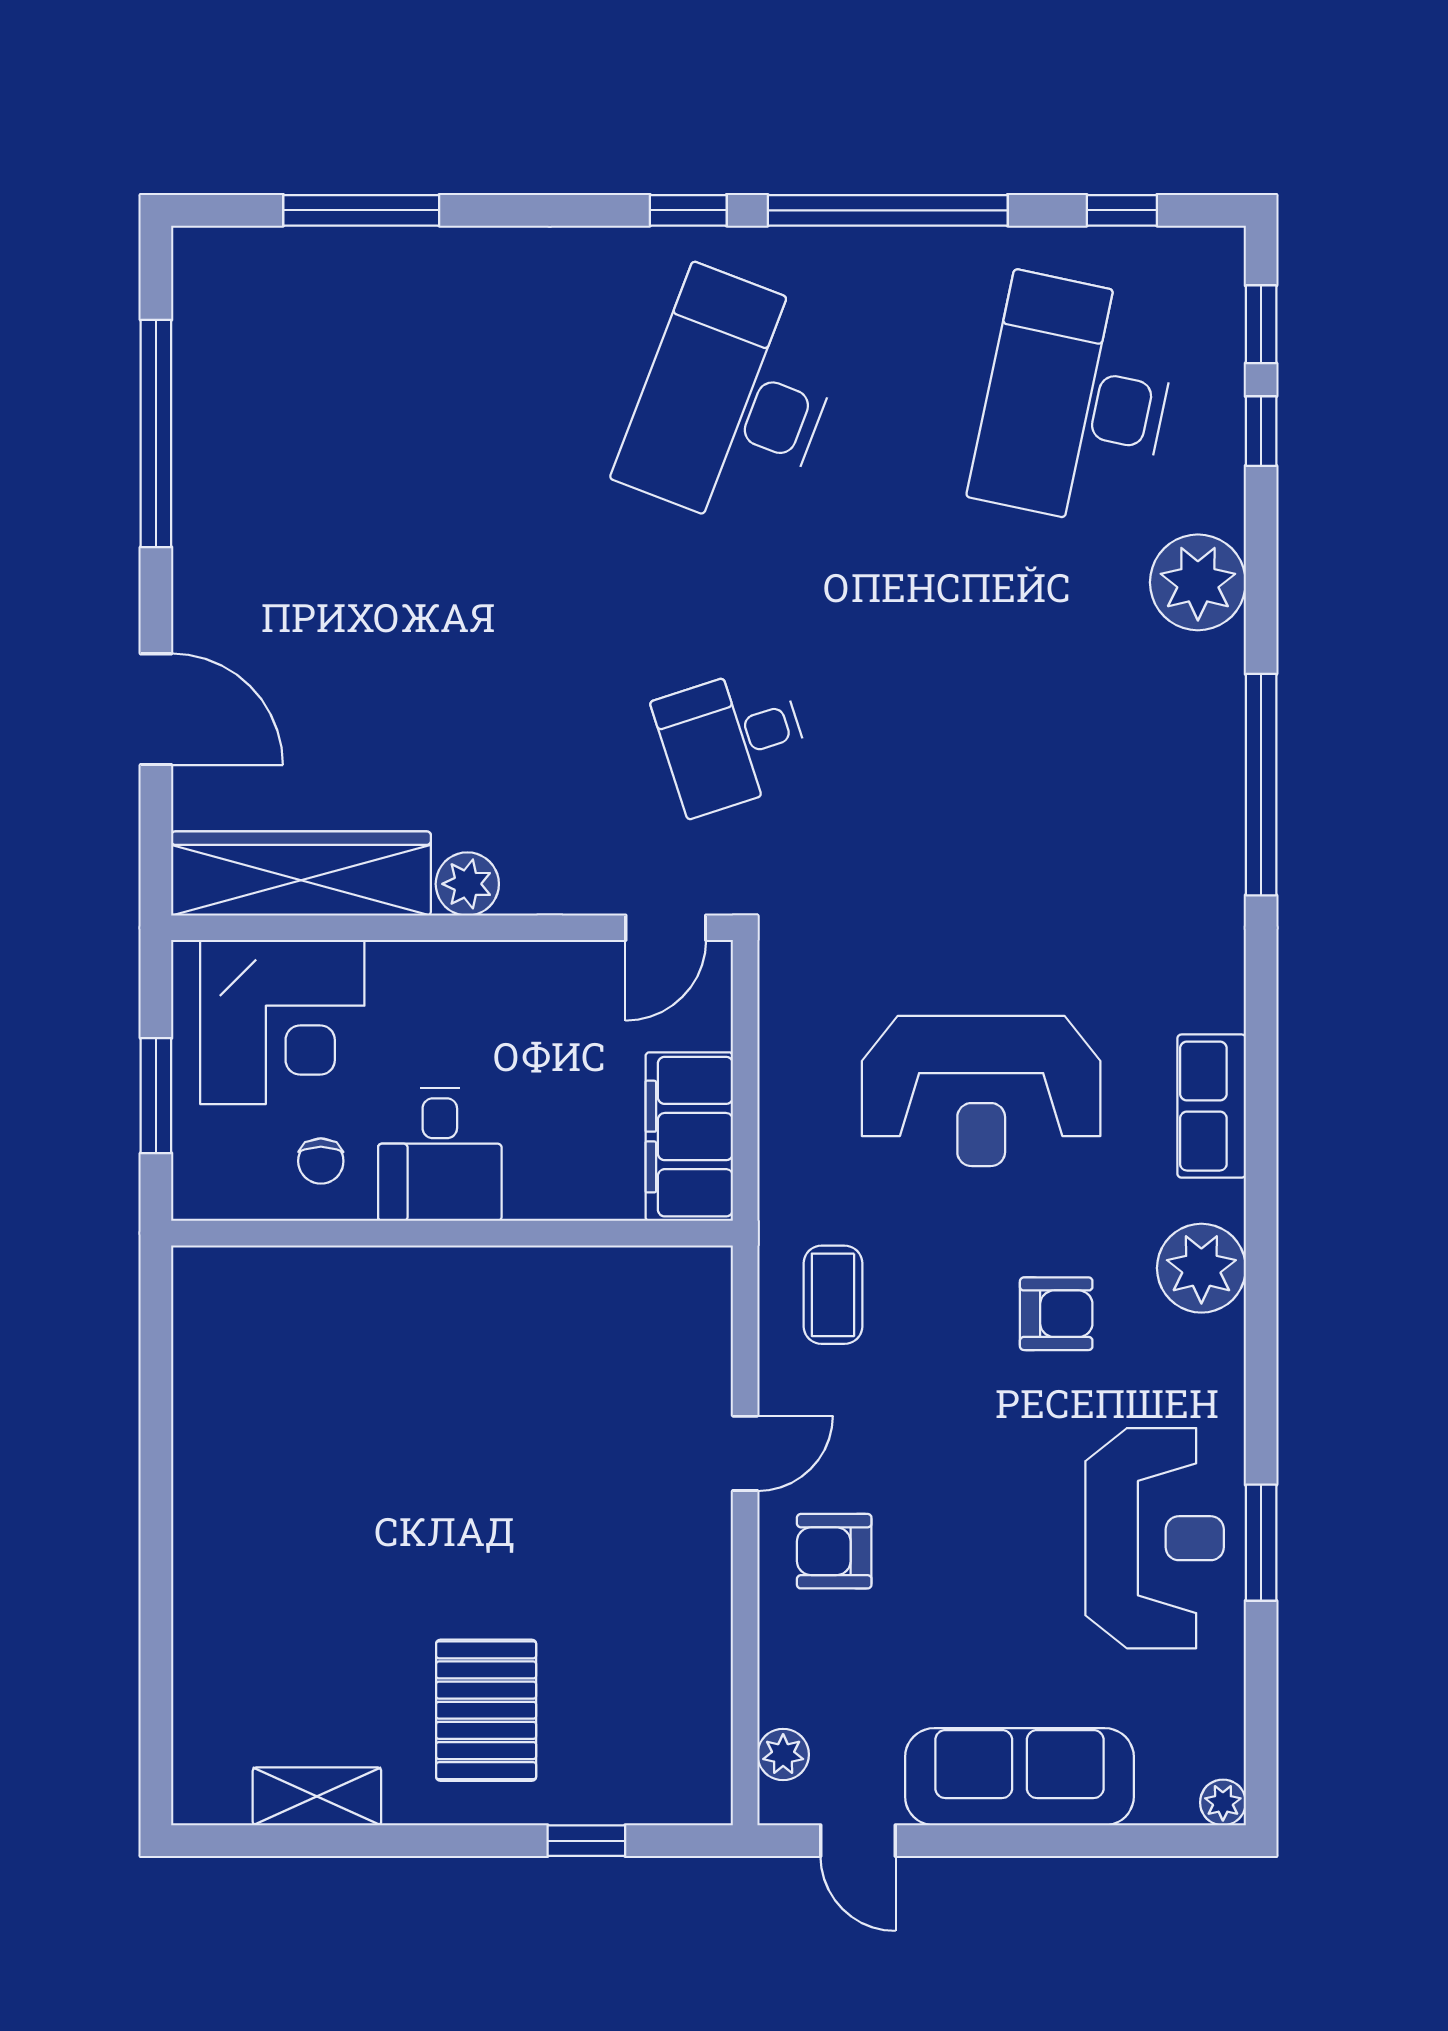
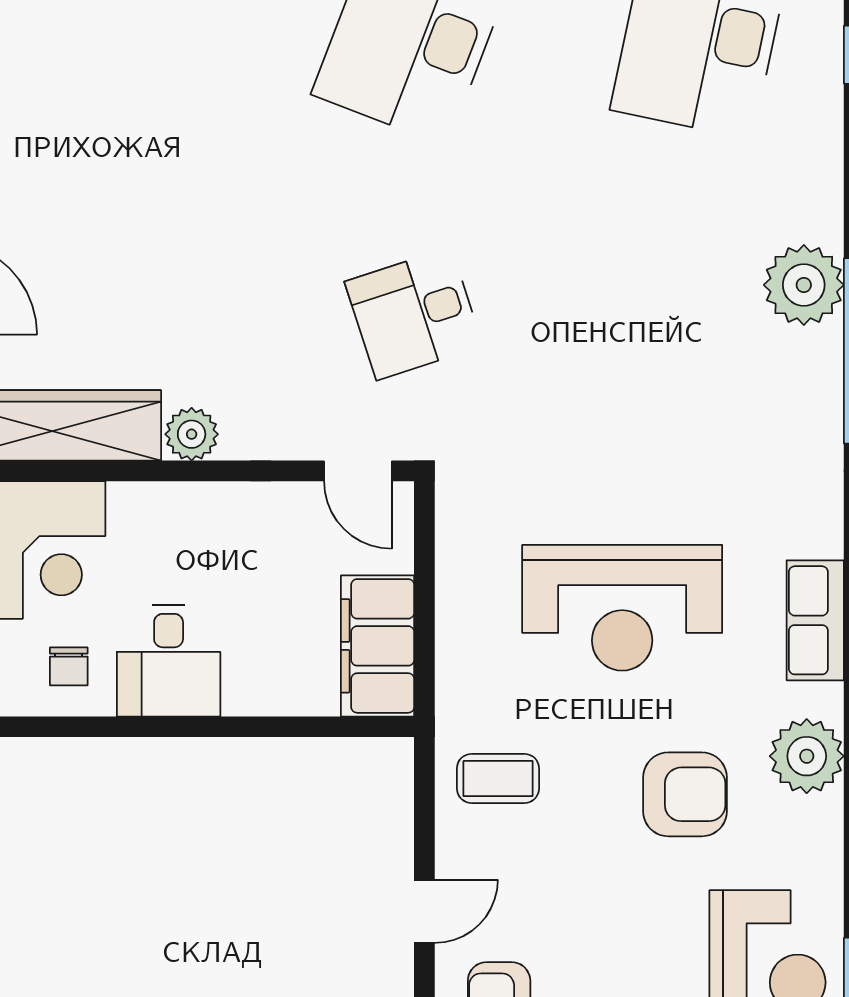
plant: (1198, 582) -> (804, 285), moved
door: (666, 928) -> (358, 471), hinge flipped
coffee table: (833, 1295) -> (498, 778), turned 90
armchair: (1056, 1314) -> (685, 794), width x1.38, depth x1.38

